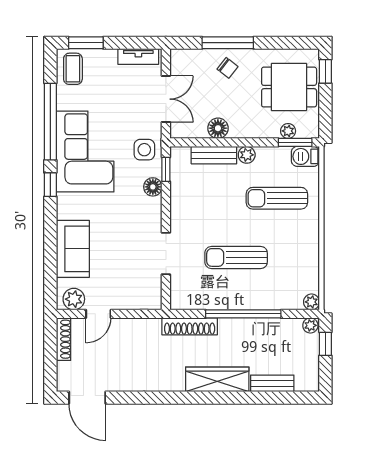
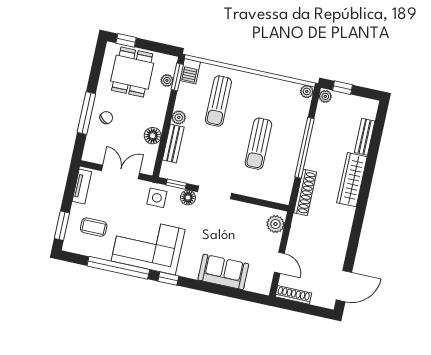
coffee table: (73, 69) -> (94, 227), moved
doorway: (166, 253) -> (214, 192), moved
plant: (74, 299) -> (276, 224), moved

